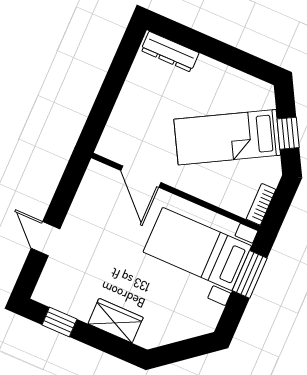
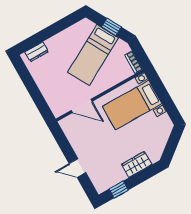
dresser: (170, 52) -> (37, 52), width x0.70
window: (250, 274) -> (161, 90), removed

